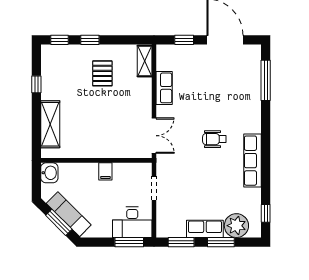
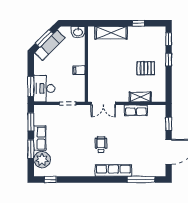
shelving: (145, 61) -> (140, 97), moved
row of seats: (252, 161) -> (113, 171), moved

